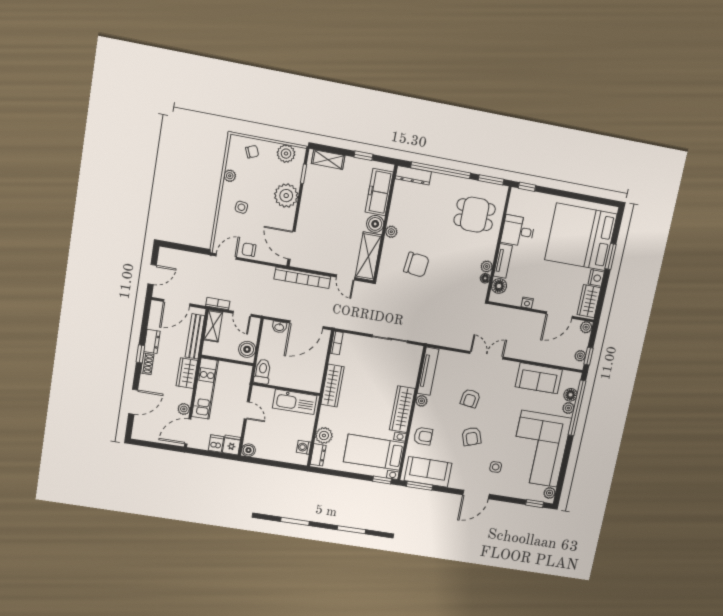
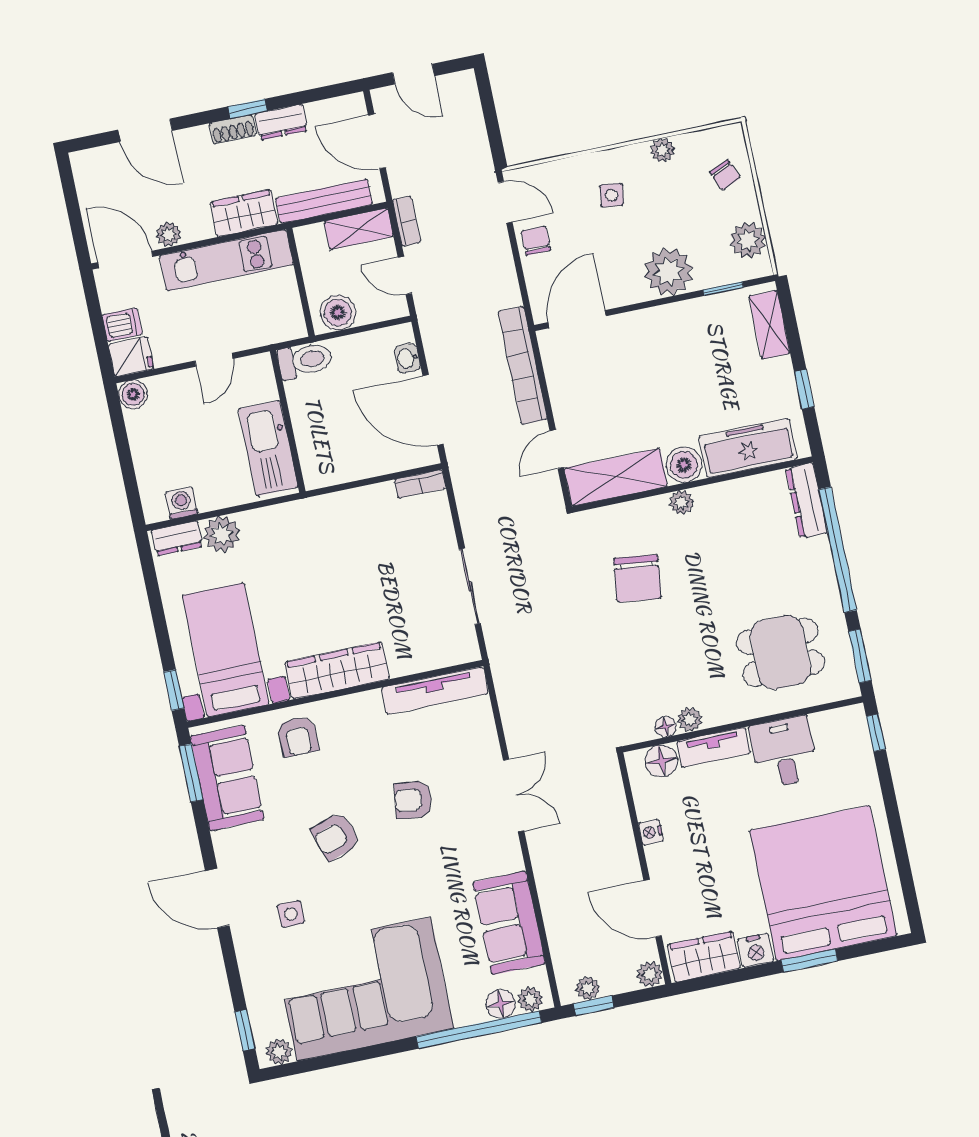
dining table: (475, 215) -> (780, 652), turned 90
door: (242, 314) -> (405, 275), hinge flipped
wardrobe: (333, 386) -> (331, 510), removed
plant: (422, 401) -> (369, 703), removed
plant: (568, 408) -> (530, 1000), moved

